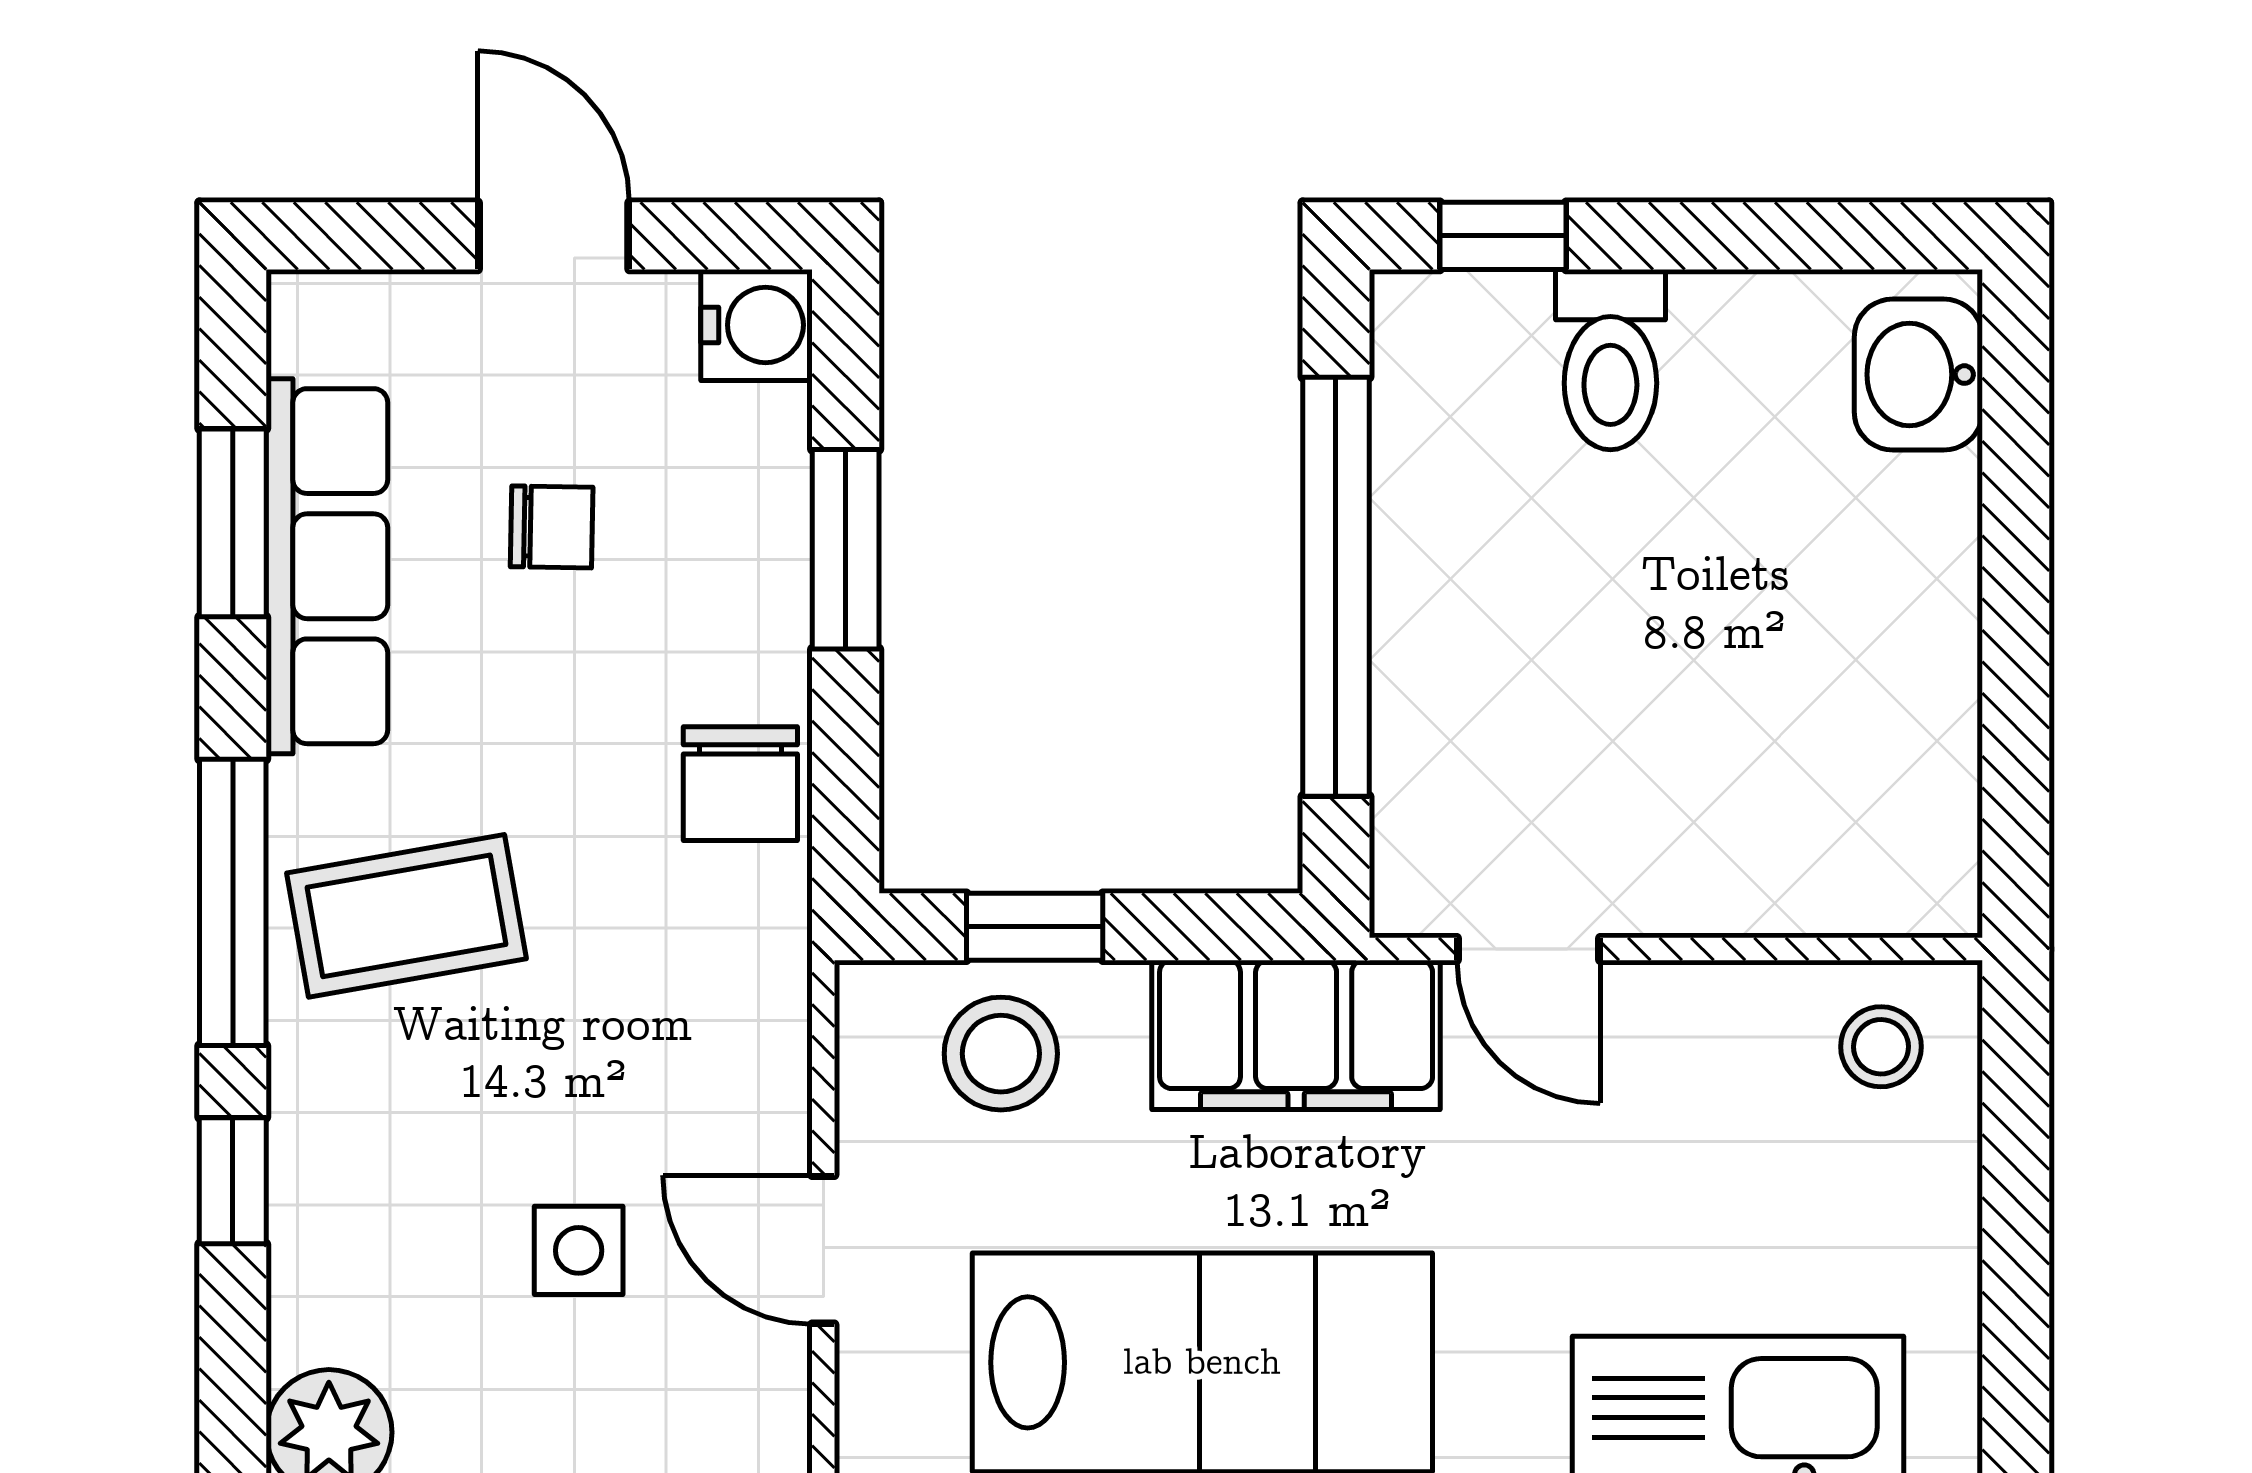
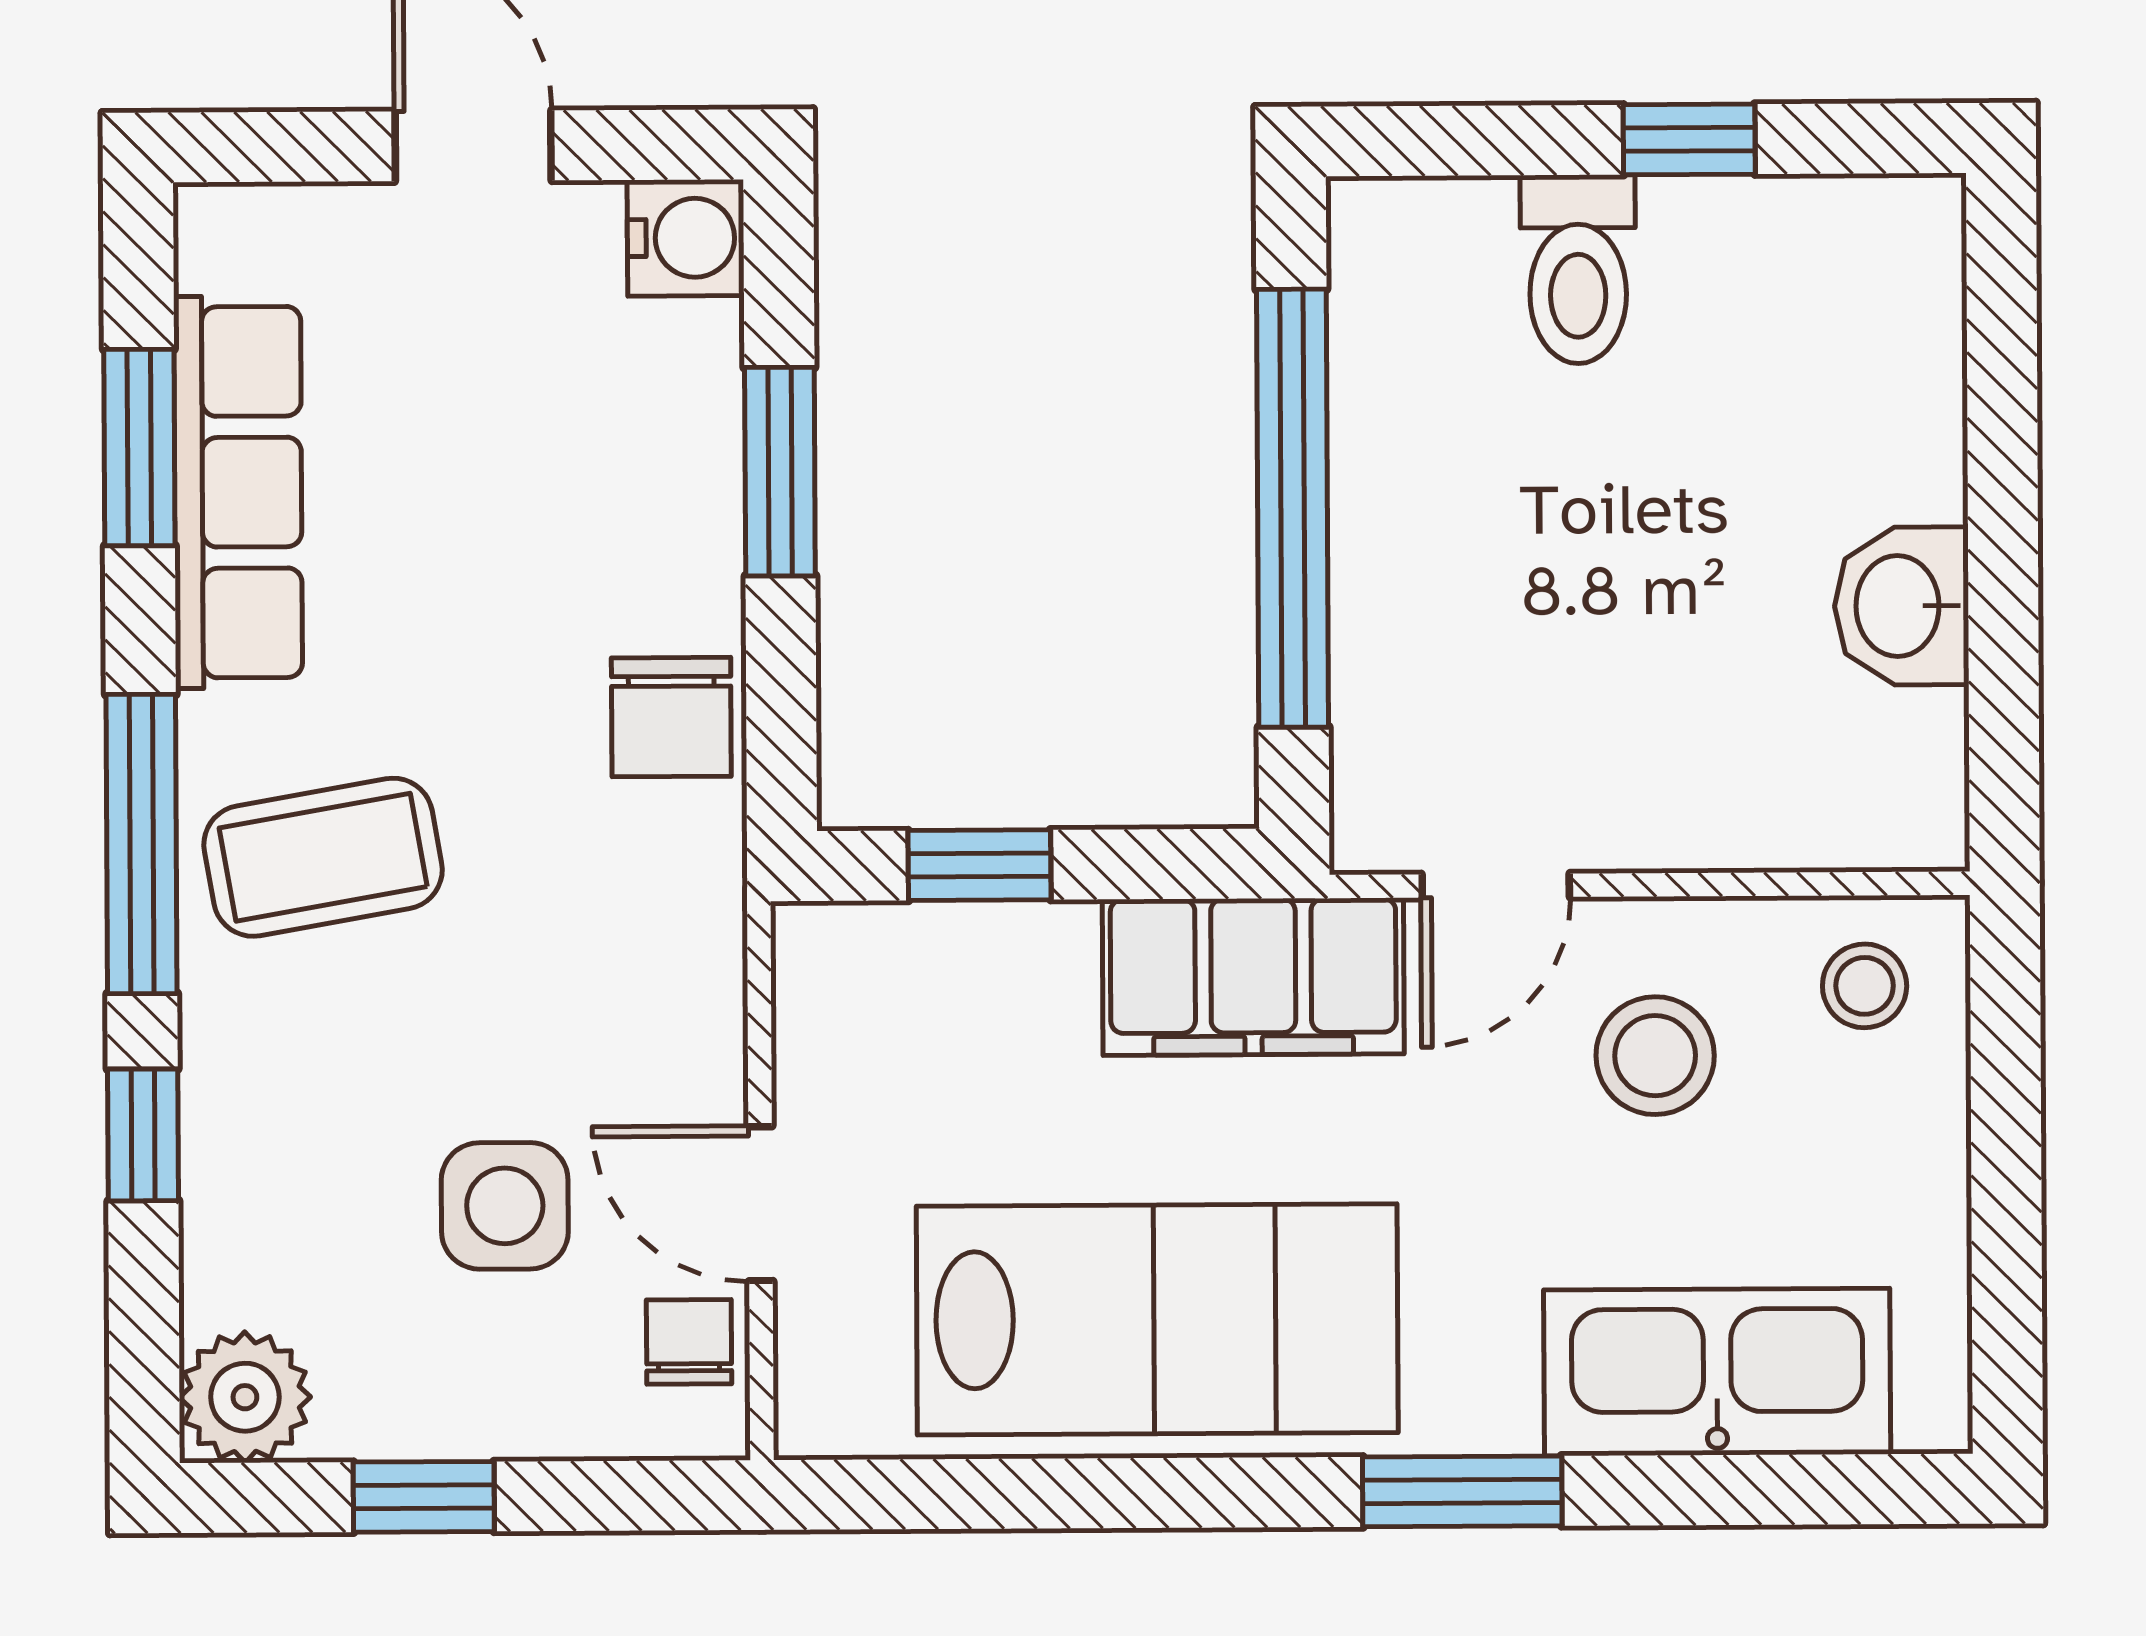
window: (1503, 236) -> (1689, 139), moved
washbasin: (1918, 375) -> (1901, 606), moved
chair: (552, 527) -> (689, 1342), moved, turned -91
door: (1529, 949) -> (1496, 886), hinge flipped
stool: (1001, 1054) -> (1655, 1056), moved
side table: (579, 1250) -> (505, 1206), width x1.37, depth x1.37

